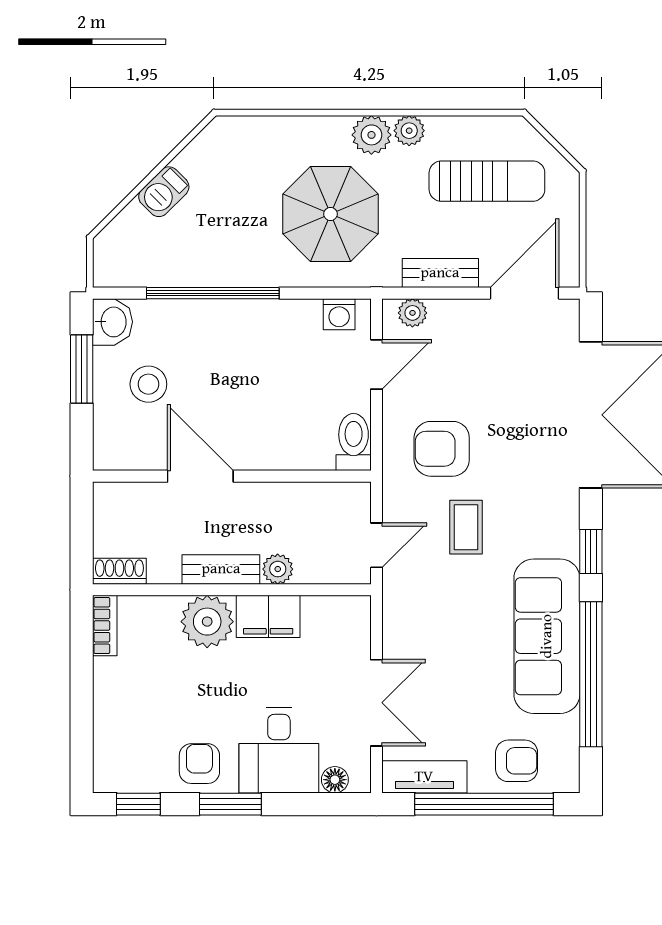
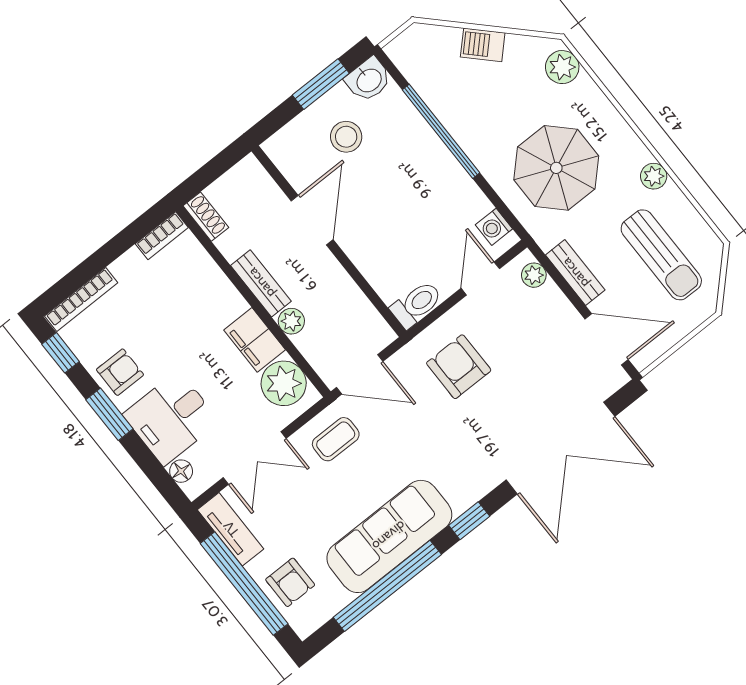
plant: (371, 135) -> (562, 67), moved
door: (376, 364) -> (480, 278), swing flipped
coffee table: (466, 527) -> (336, 439), moved
door: (376, 545) -> (360, 374), width x1.38
plant: (207, 622) -> (284, 383), moved
bookcase: (104, 746) -> (81, 299), added

